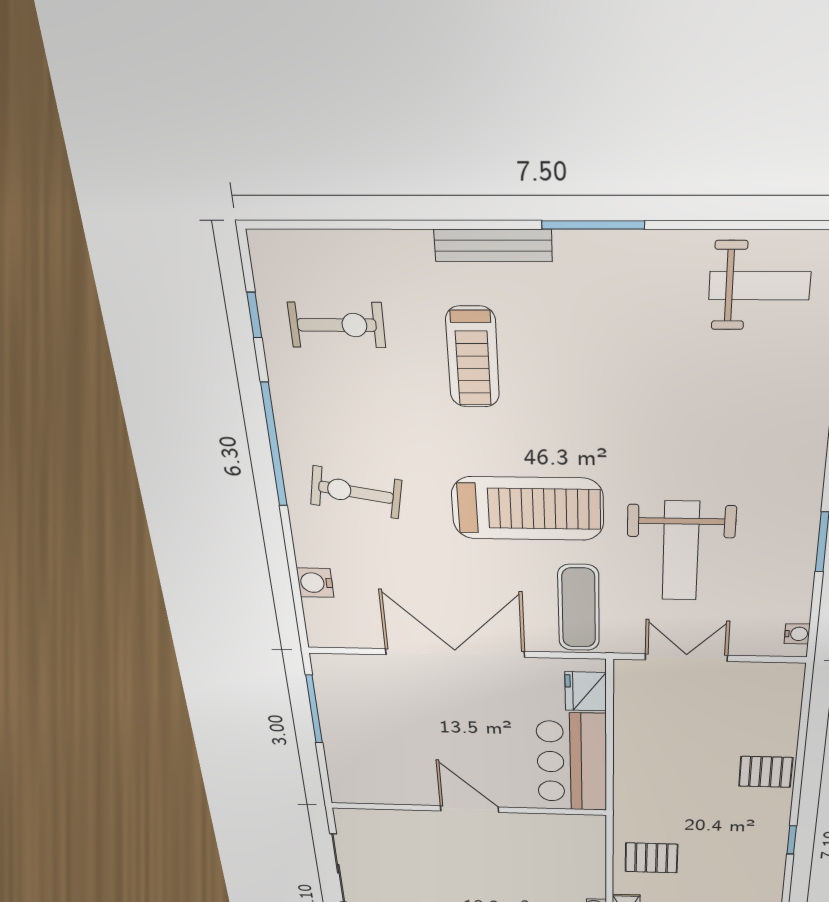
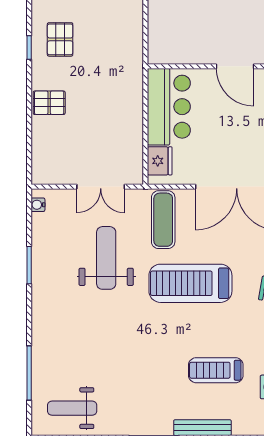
treadmill: (473, 357) -> (216, 370), turned -90
pallet: (651, 858) -> (60, 39), moved, turned 90

